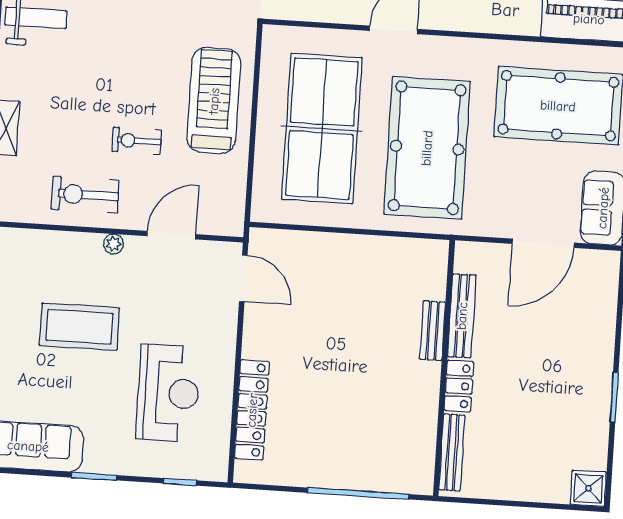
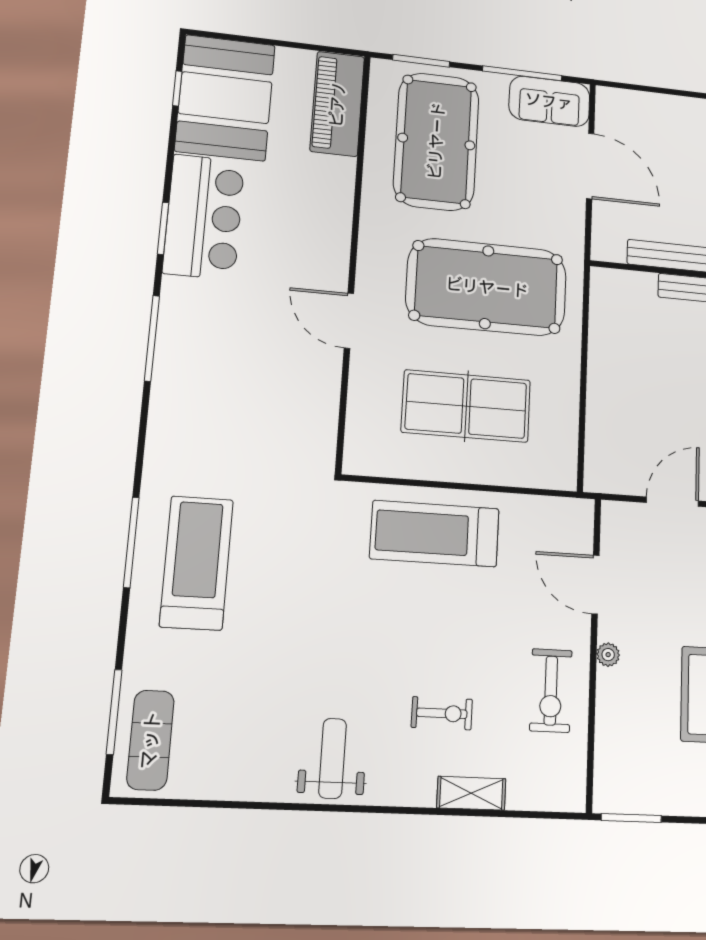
table tennis table: (322, 128) -> (466, 406), width x0.73, depth x0.76
exercise bike: (137, 141) -> (442, 713), moved, turned -90
door: (243, 278) -> (672, 502), moved

